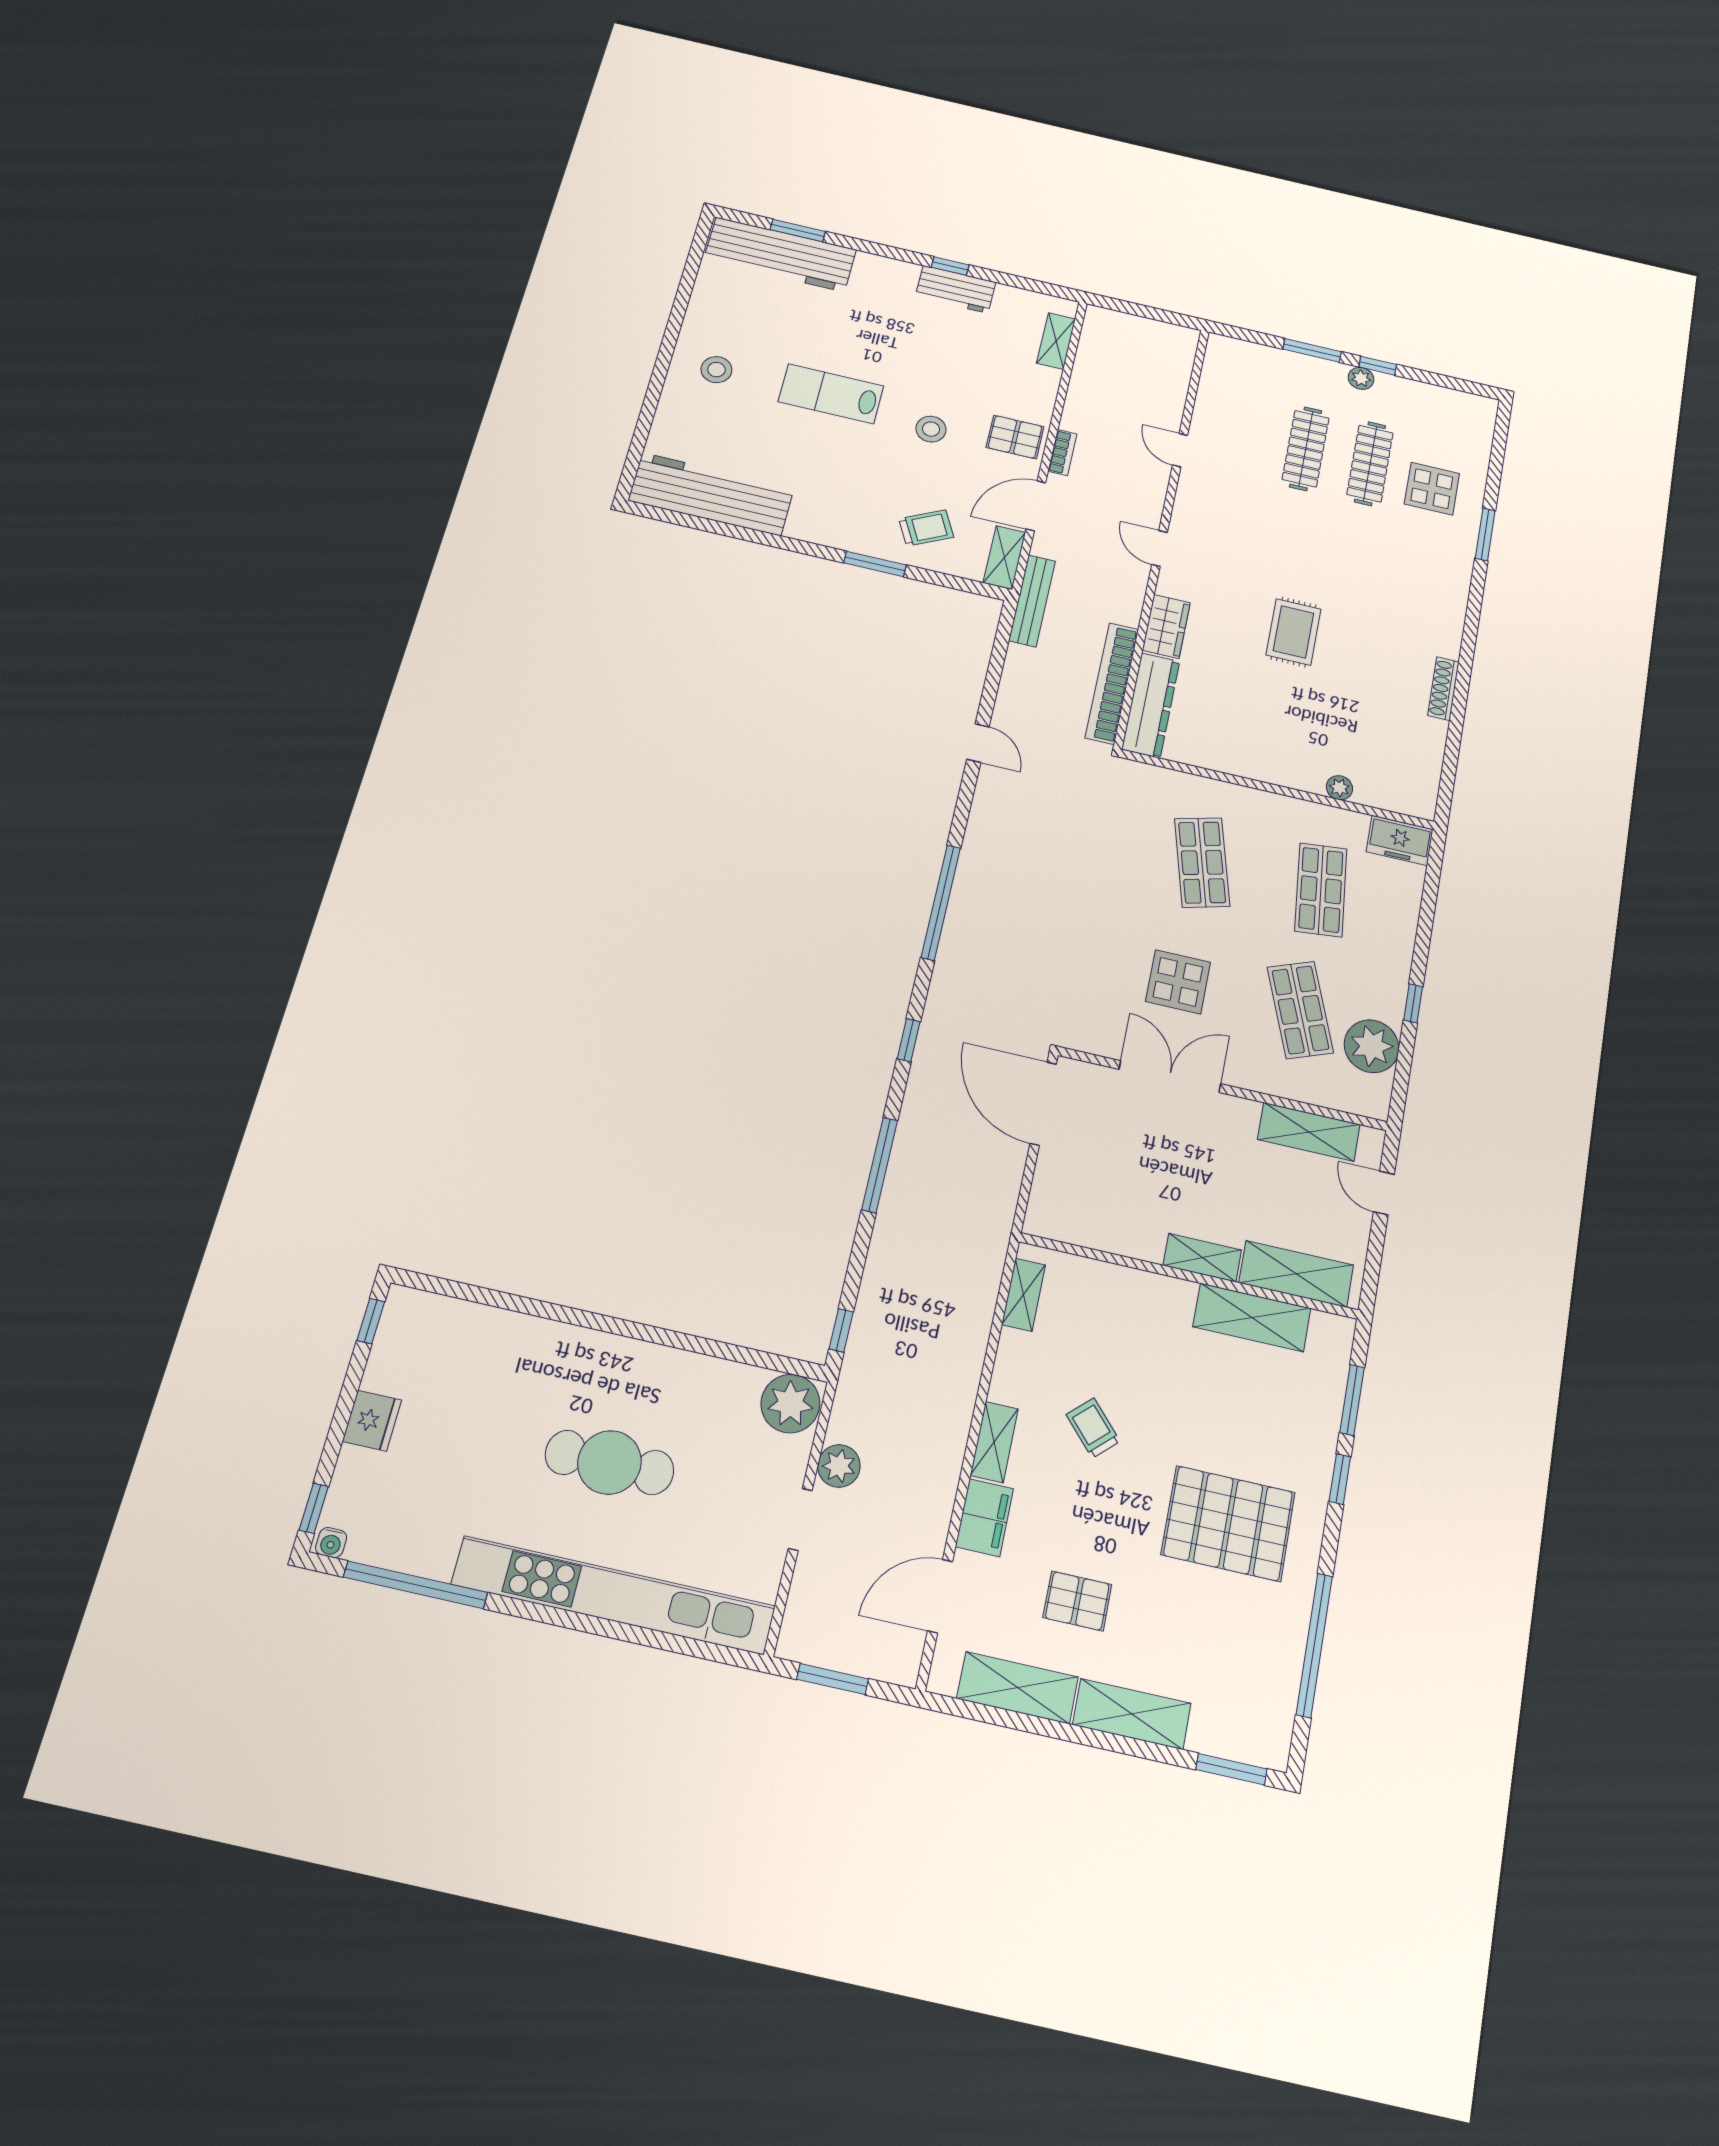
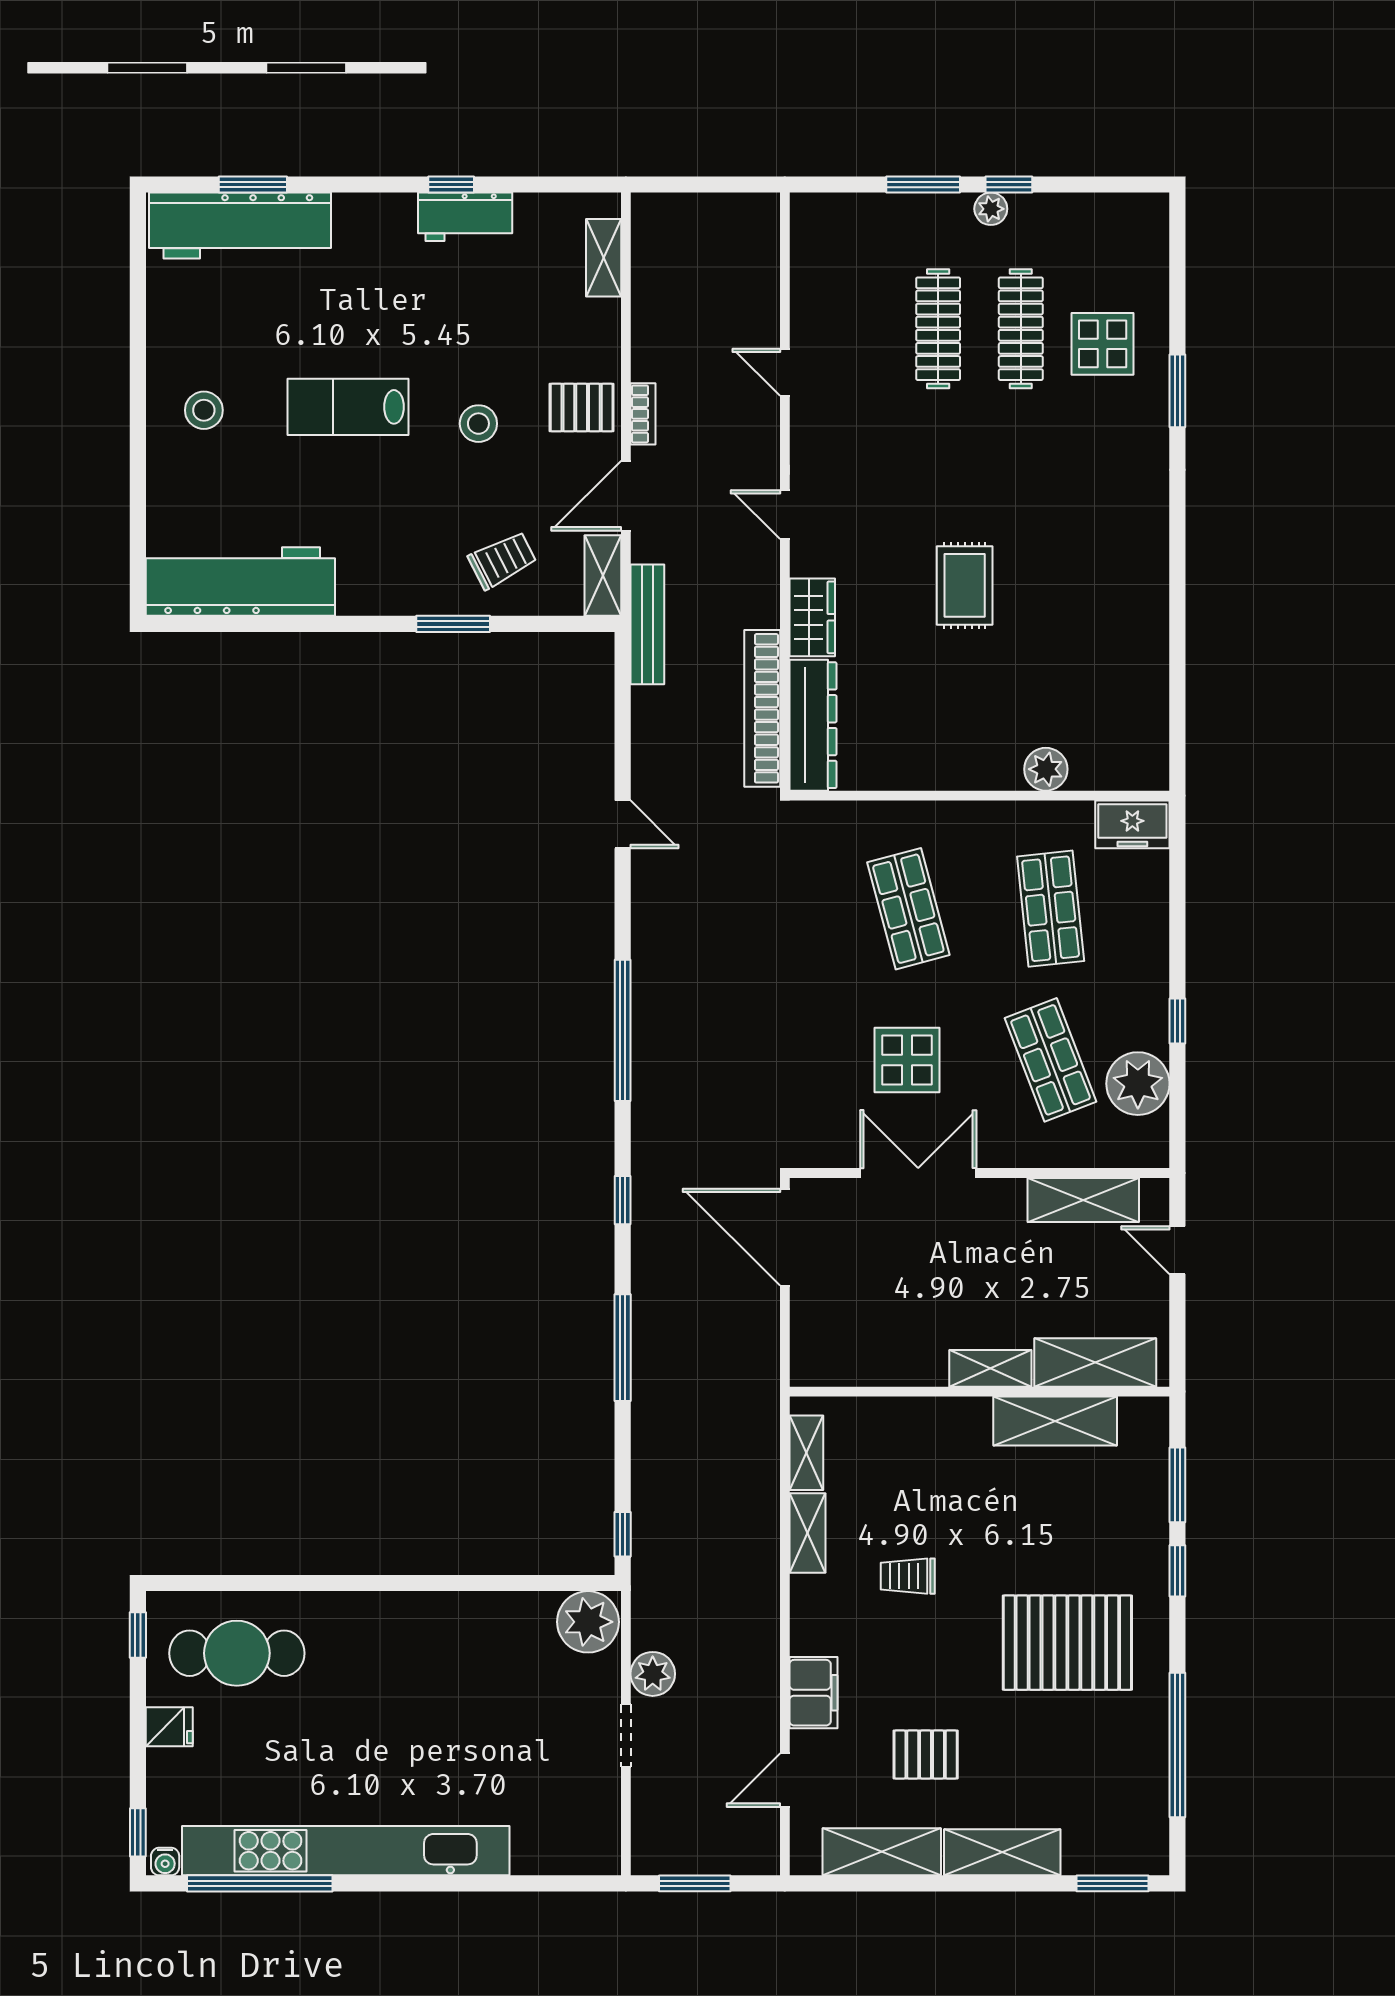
shoe rack: (1443, 689) -> (1156, 615), removed
plant: (1339, 788) -> (1046, 769), width x1.38, depth x1.38
fridge: (372, 1421) -> (169, 1727), width x0.72
trolley: (1093, 1428) -> (908, 1576), turned -47
shelving: (994, 1442) -> (807, 1533), moved
cafe table: (609, 1462) -> (237, 1653), moved
kitchen unit: (614, 1595) -> (346, 1851), moved
door: (940, 1596) -> (785, 1780), width x0.73

